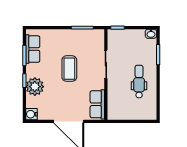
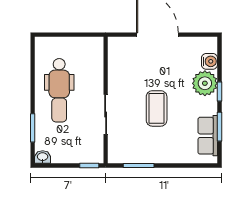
dental chair: (139, 82) -> (59, 90), width x1.36, depth x1.38
row of seats: (97, 104) -> (118, 58), removed
water cooler: (31, 114) -> (209, 61), moved

